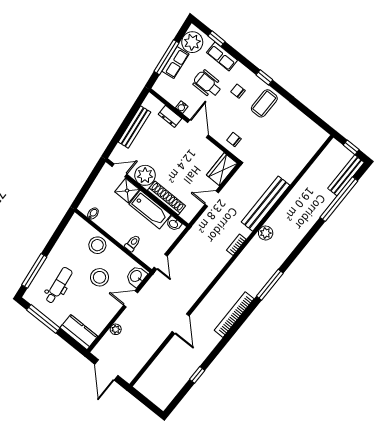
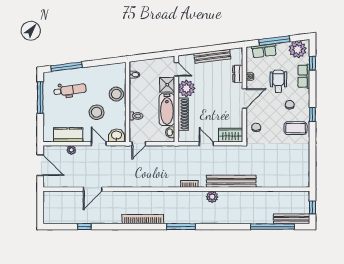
row of seats: (175, 63) -> (264, 51), moved
door: (181, 324) -> (93, 189), moved
kitchen counter: (79, 332) -> (68, 135), moved, turned -90
door: (106, 370) -> (40, 165), swing flipped

